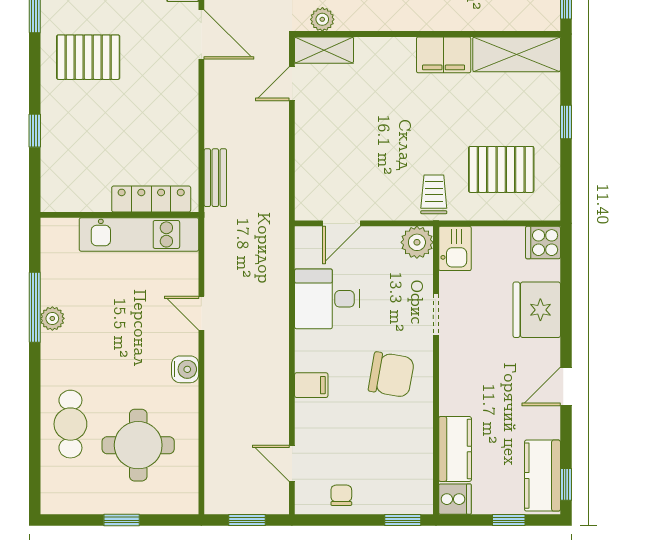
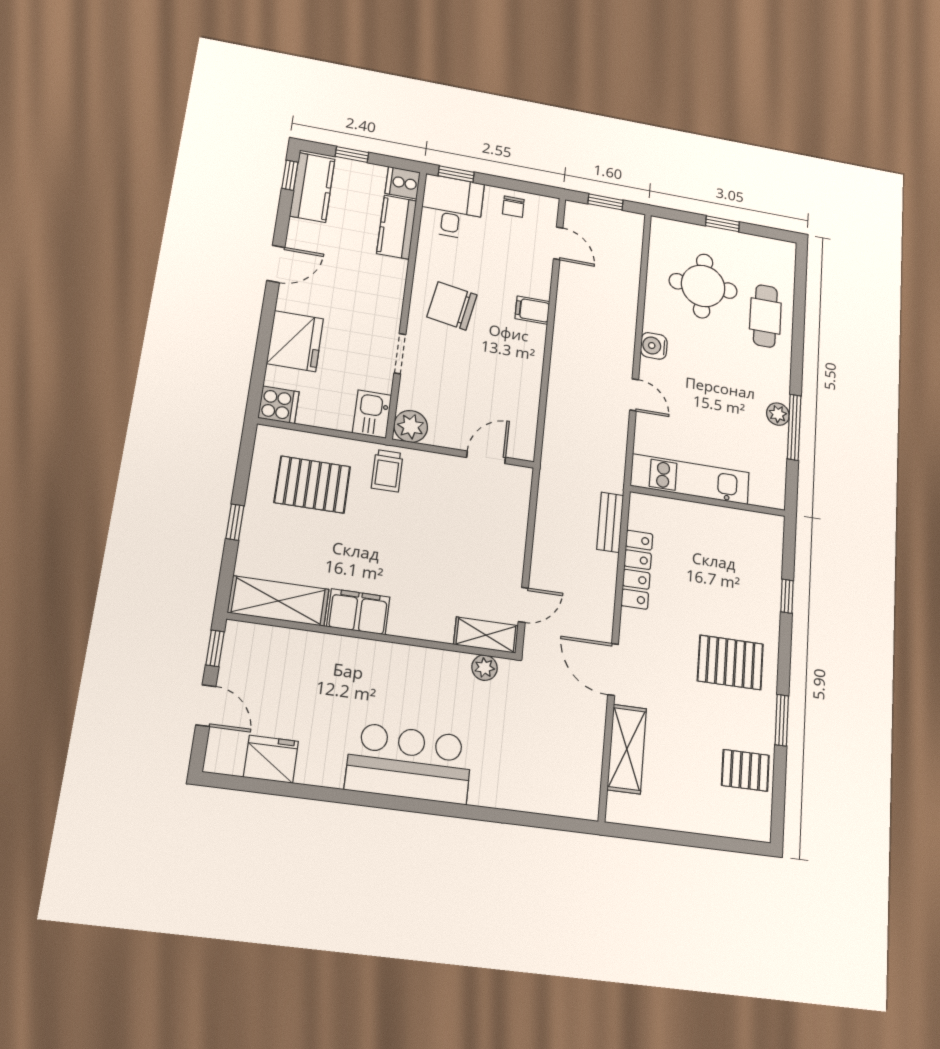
locker: (151, 199) -> (637, 569), moved, turned -90
desk: (327, 299) -> (452, 207), moved, turned -90

